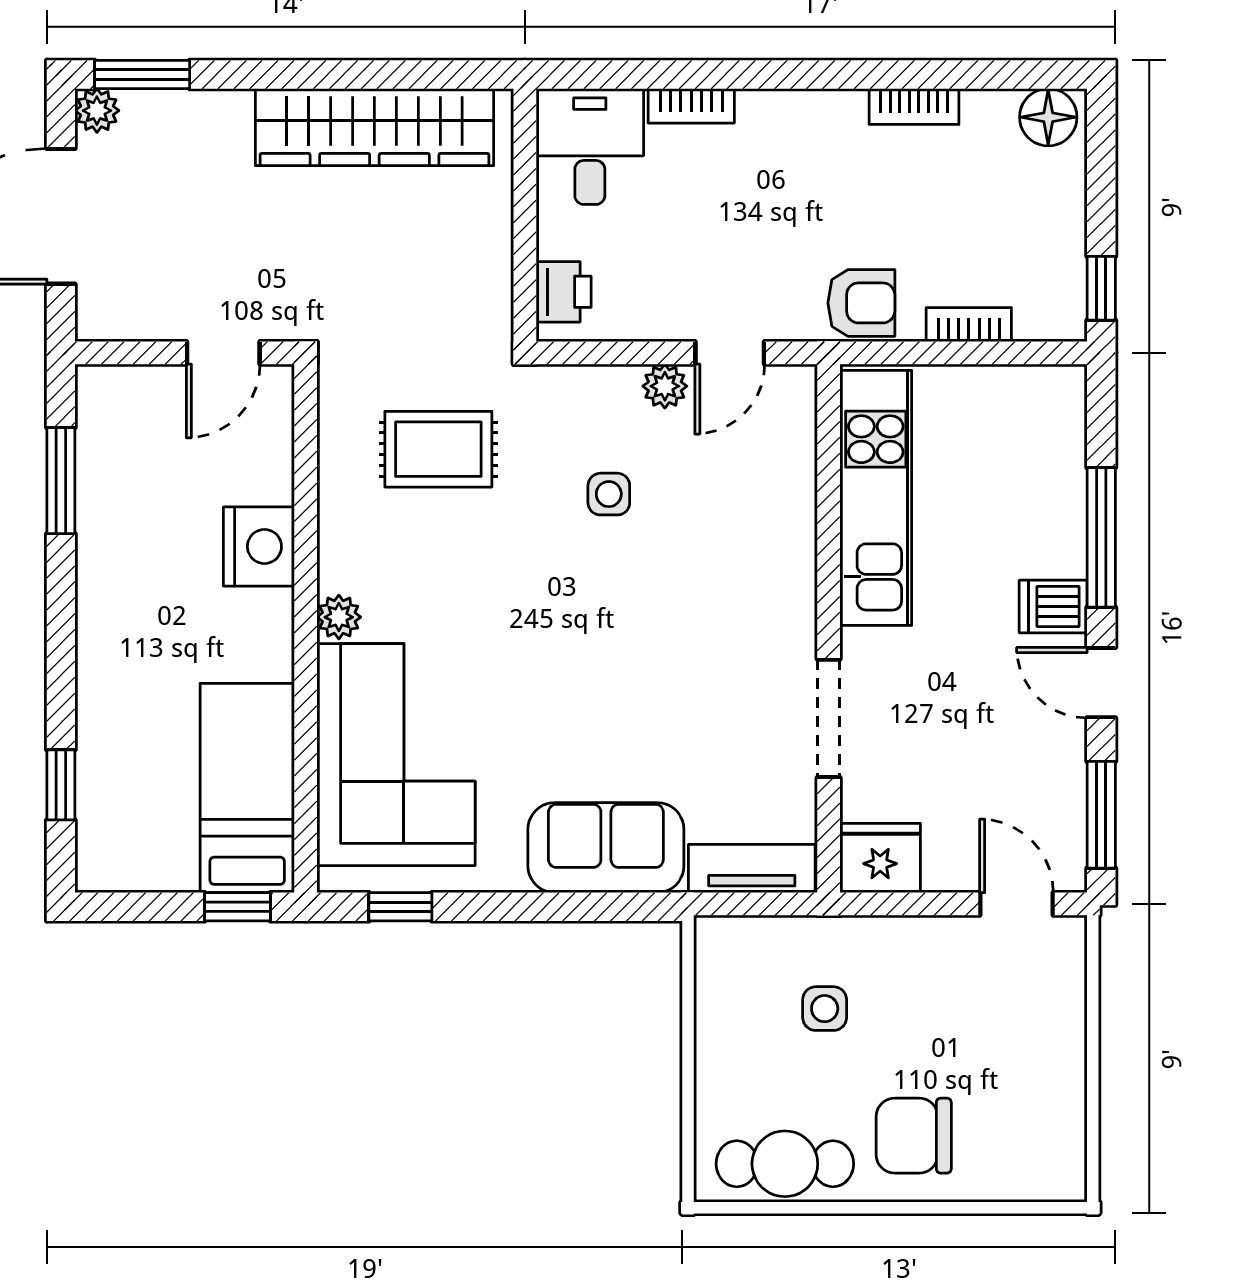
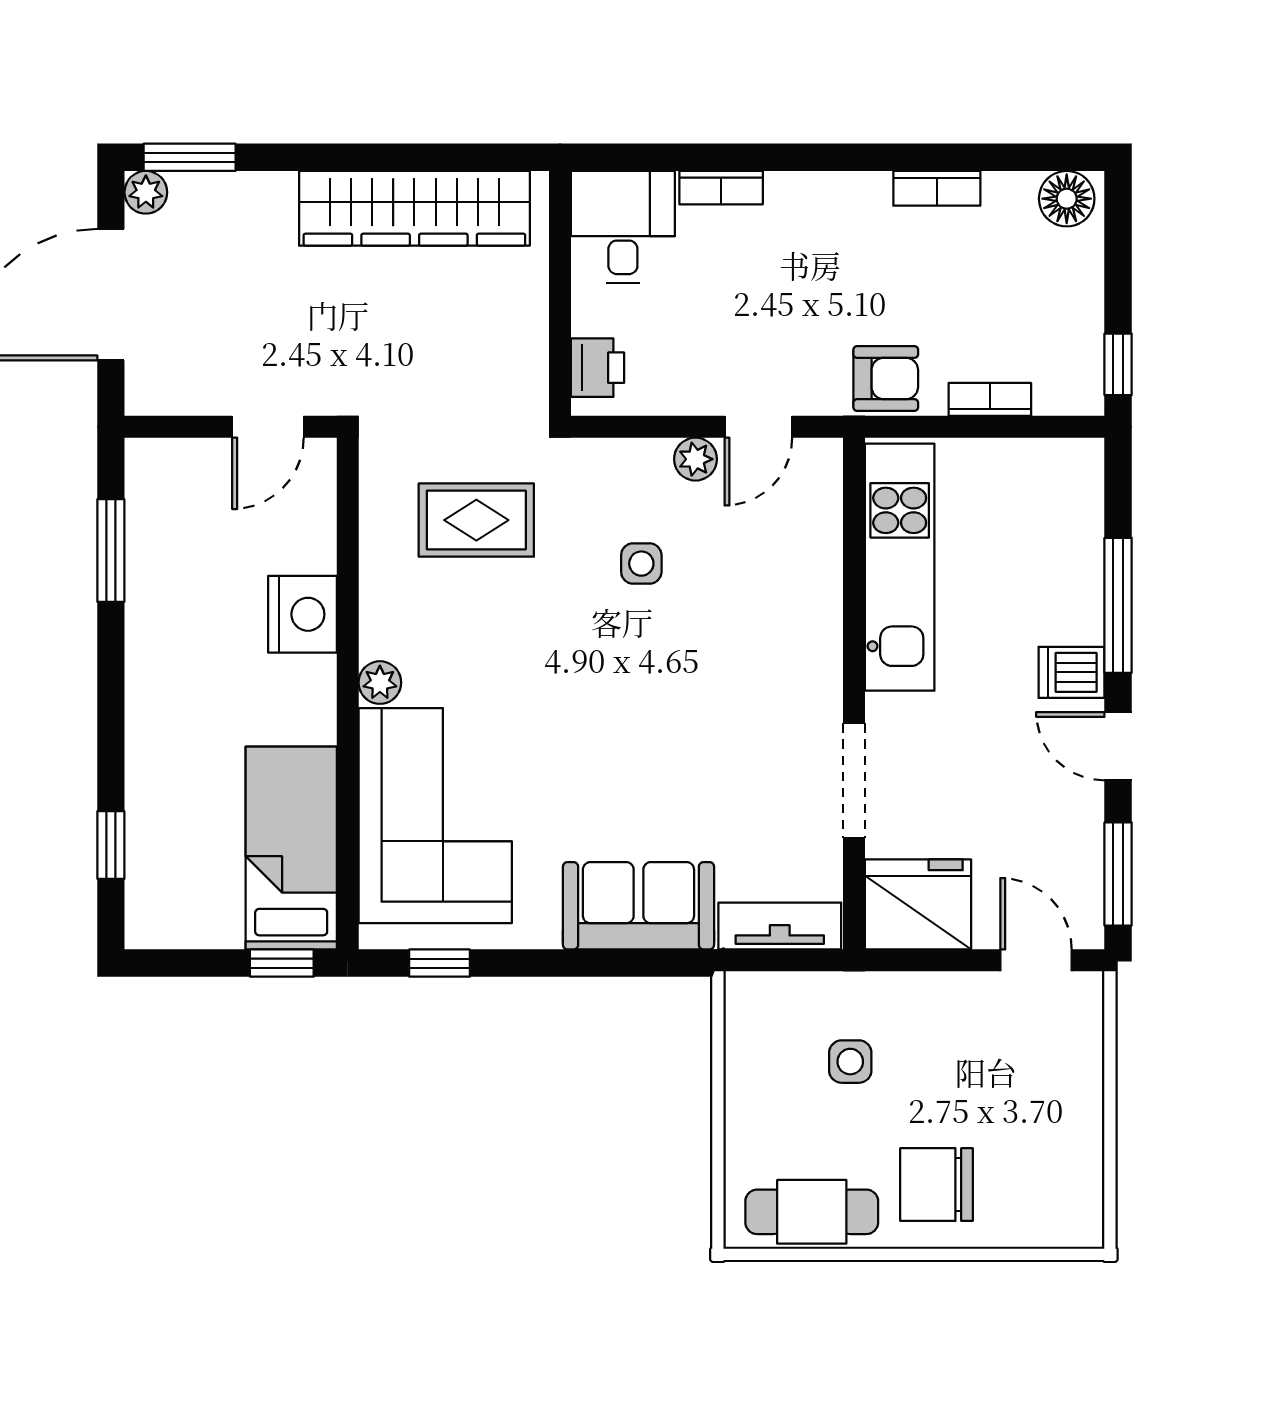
fridge: (880, 858) -> (918, 904), width x1.36, depth x1.34

